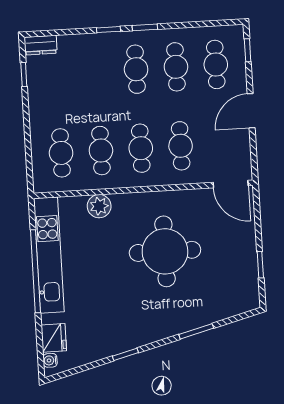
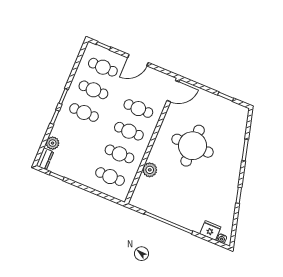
plant: (69, 45) -> (53, 143), added
door: (251, 111) -> (138, 60), hinge flipped
kitchen unit: (49, 255) -> (163, 211), removed

